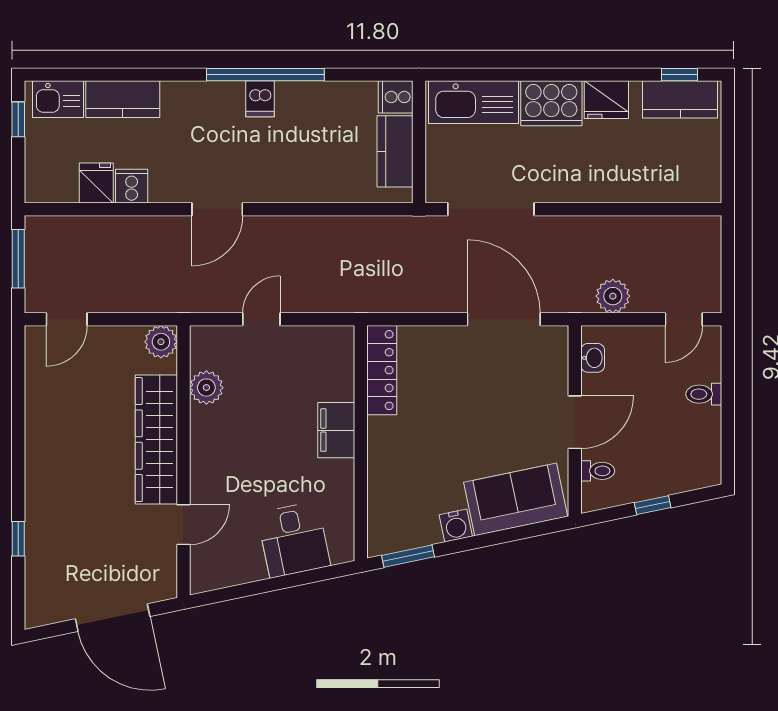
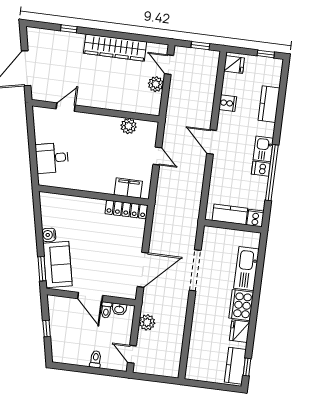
cooker: (396, 97) -> (255, 218), moved
kitchen sink: (58, 99) -> (263, 149), moved
wall: (419, 142) -> (233, 226), moved
kitchen counter: (395, 151) -> (230, 214), moved
fridge: (96, 183) -> (234, 64), moved
window: (18, 259) -> (200, 46), width x0.67
plant: (161, 342) -> (156, 84), moved
filing cabinet: (336, 430) -> (128, 188), moved
wardrobe: (156, 440) -> (115, 48), moved, turned 180
toilet: (598, 471) -> (106, 310), moved
door: (183, 525) -> (66, 107), swing flipped
window: (408, 556) -> (42, 269), moved

